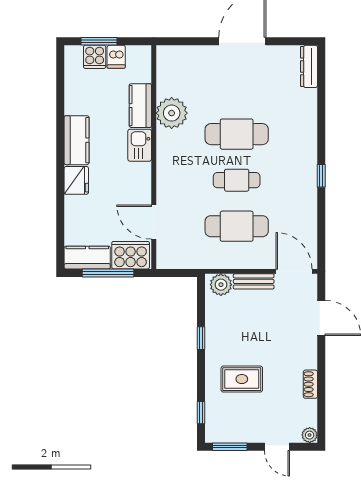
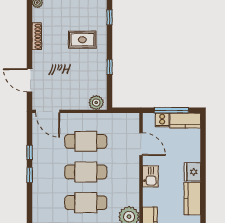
kitchen sink: (140, 145) -> (150, 176), moved
cafe table: (237, 180) -> (86, 172), width x1.37, depth x1.35
window: (321, 210) -> (30, 152), added
cooker: (131, 255) -> (162, 120), width x0.53, depth x0.76
bench: (254, 281) -> (74, 105), removed
shoe rack: (310, 384) -> (37, 36), width x1.43

